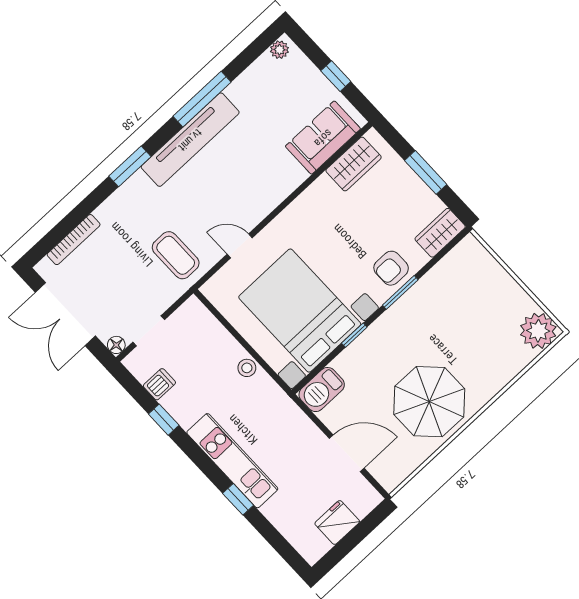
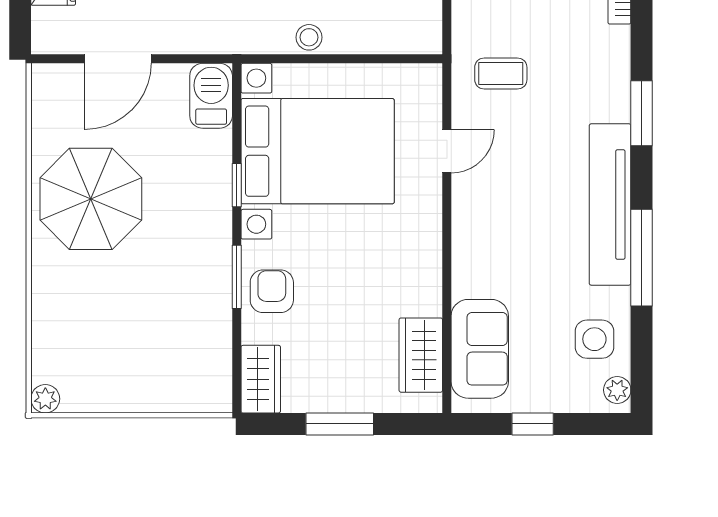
side table: (265, 85) -> (594, 339), added
coffee table: (176, 255) -> (501, 73), width x0.73, depth x0.77
plant: (538, 331) -> (45, 399), width x0.53, depth x0.53

